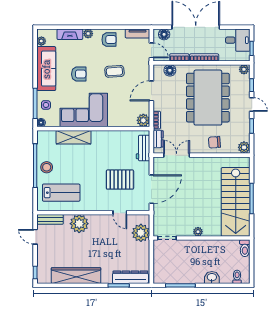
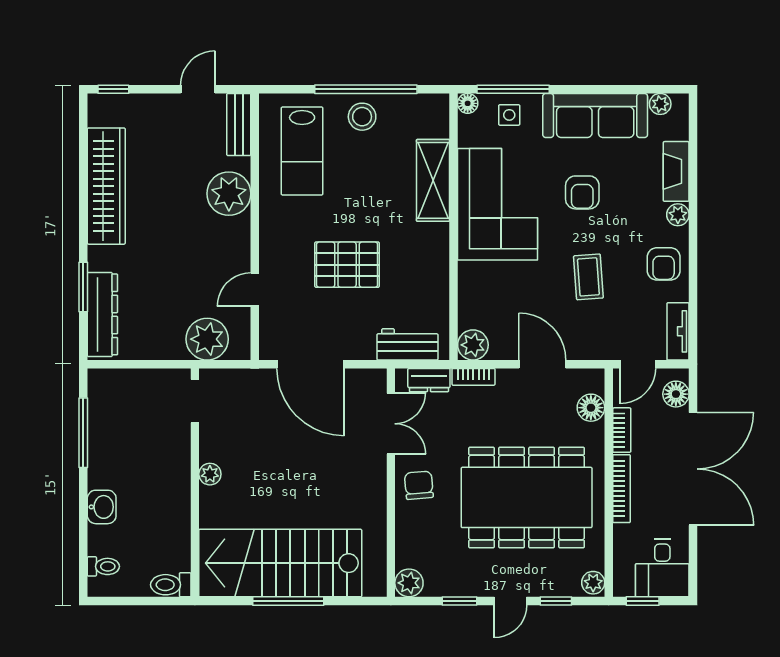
chair: (214, 142) -> (419, 485), moved
pallet: (120, 180) -> (347, 265), moved, turned 90

